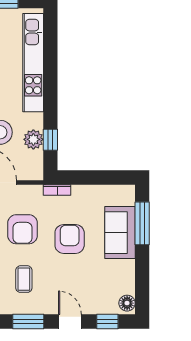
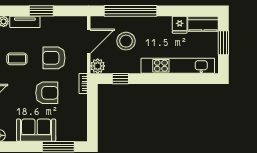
plant: (33, 139) -> (98, 66), moved
sofa: (120, 233) -> (36, 130), moved

